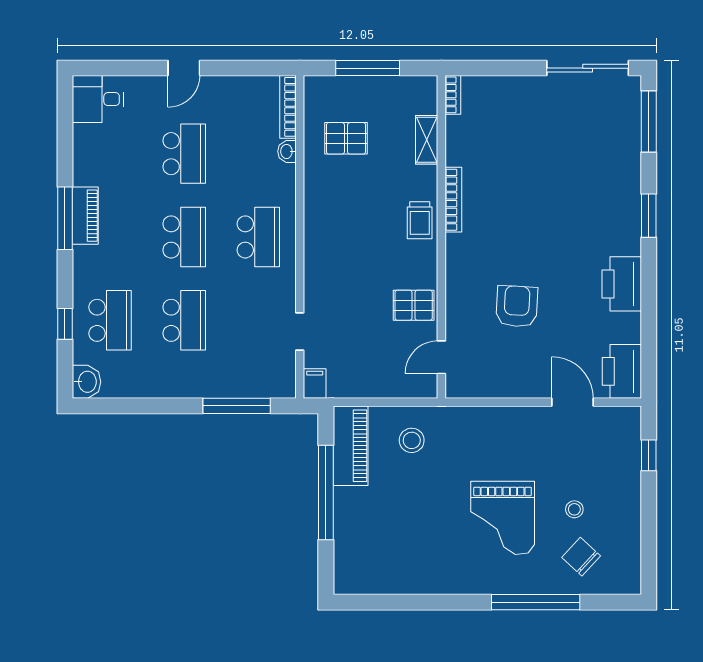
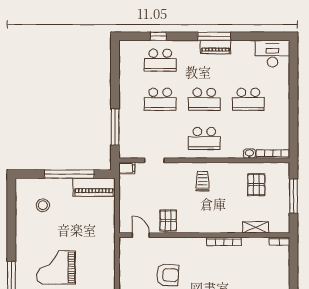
door: (184, 68) -> (293, 99), removed
desk: (98, 99) -> (272, 54), width x1.37
trolley: (420, 220) -> (203, 181), moved, turned 90
washbasin: (87, 382) -> (128, 48), removed
stool: (412, 440) -> (43, 205), moved

